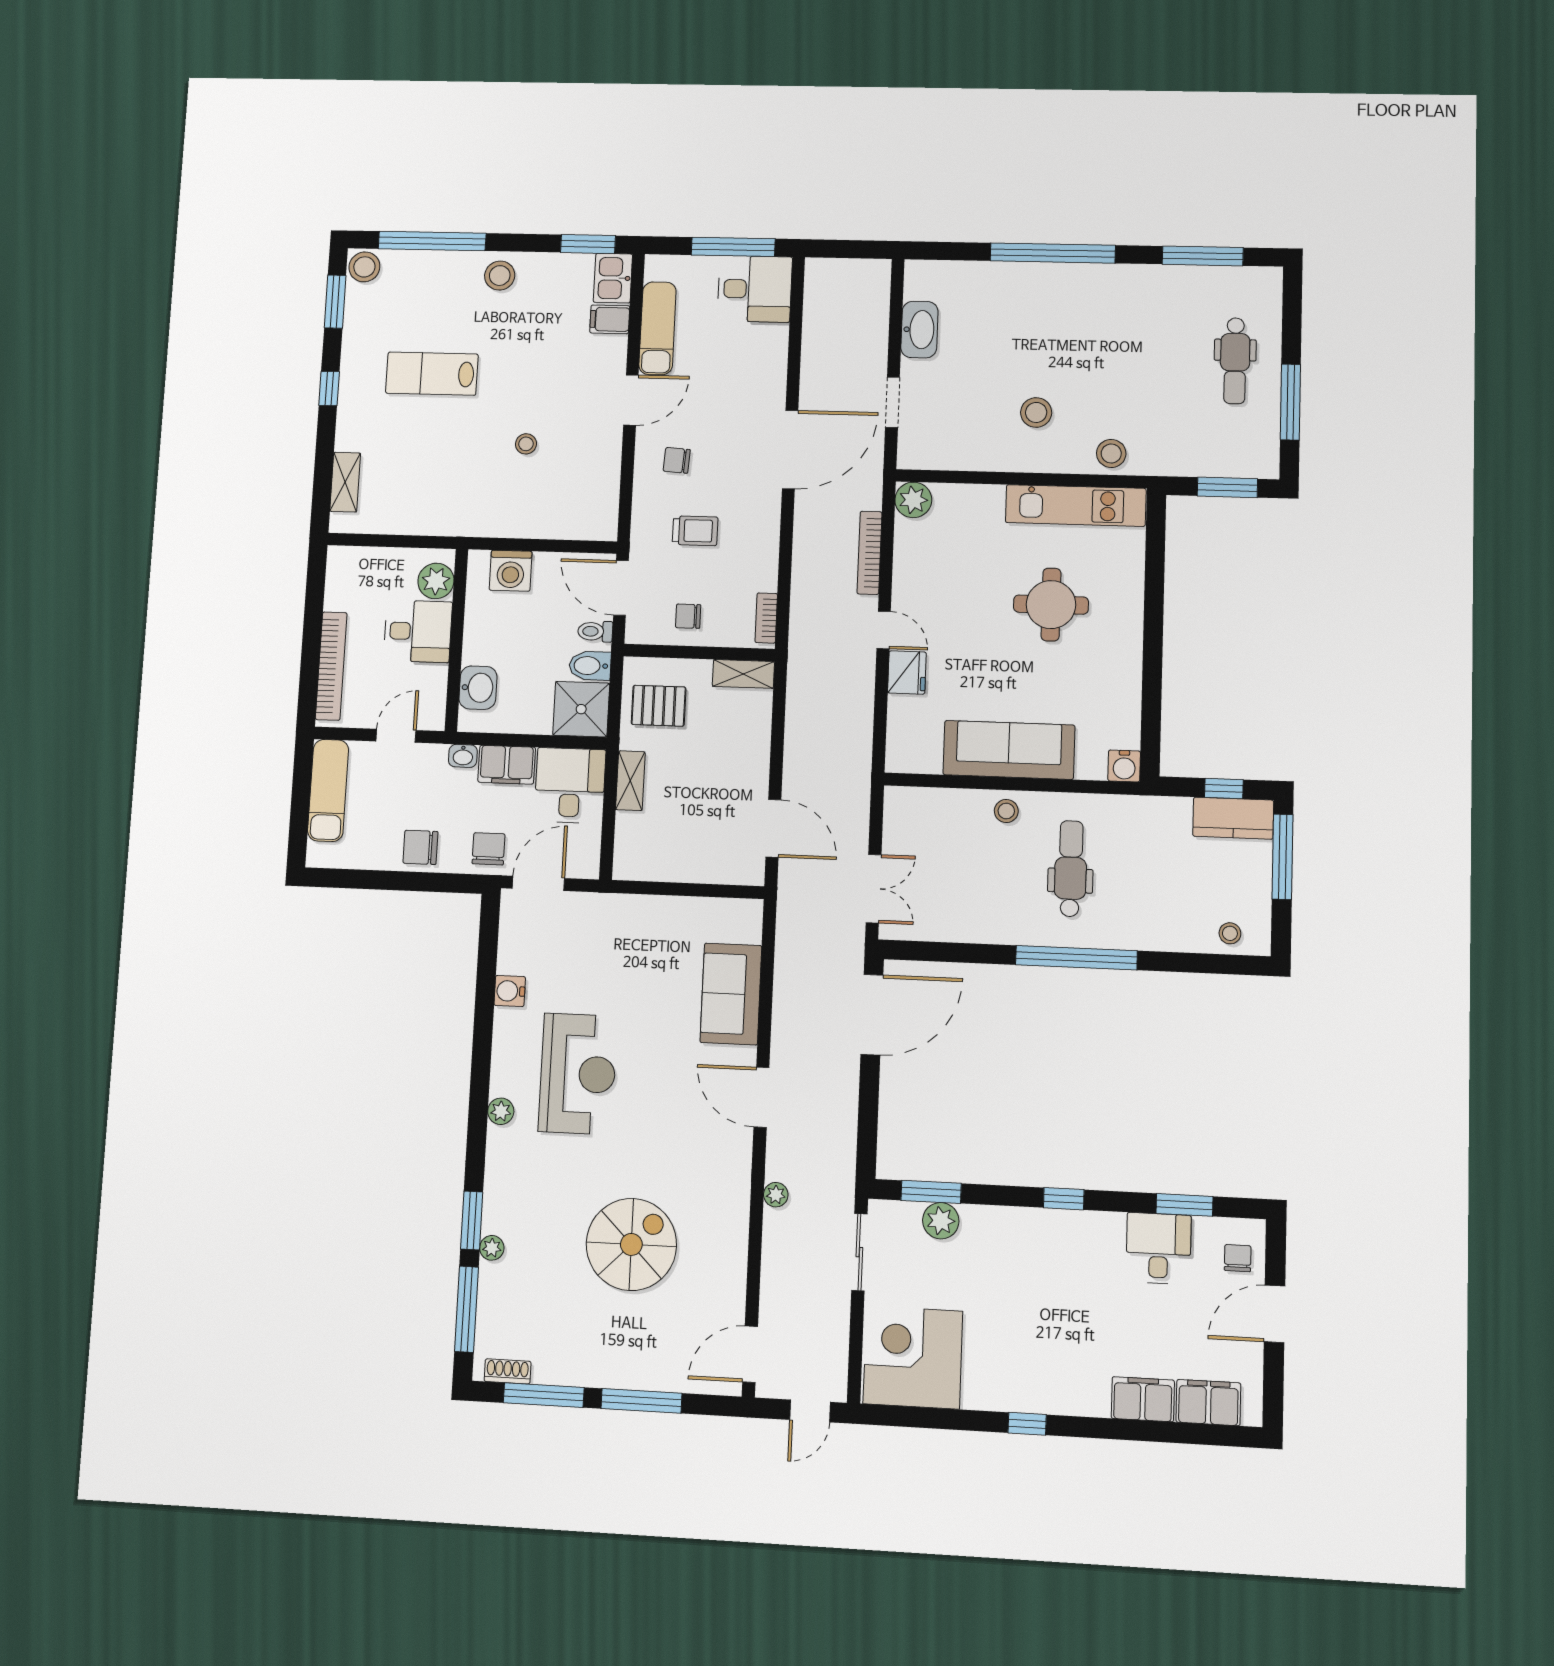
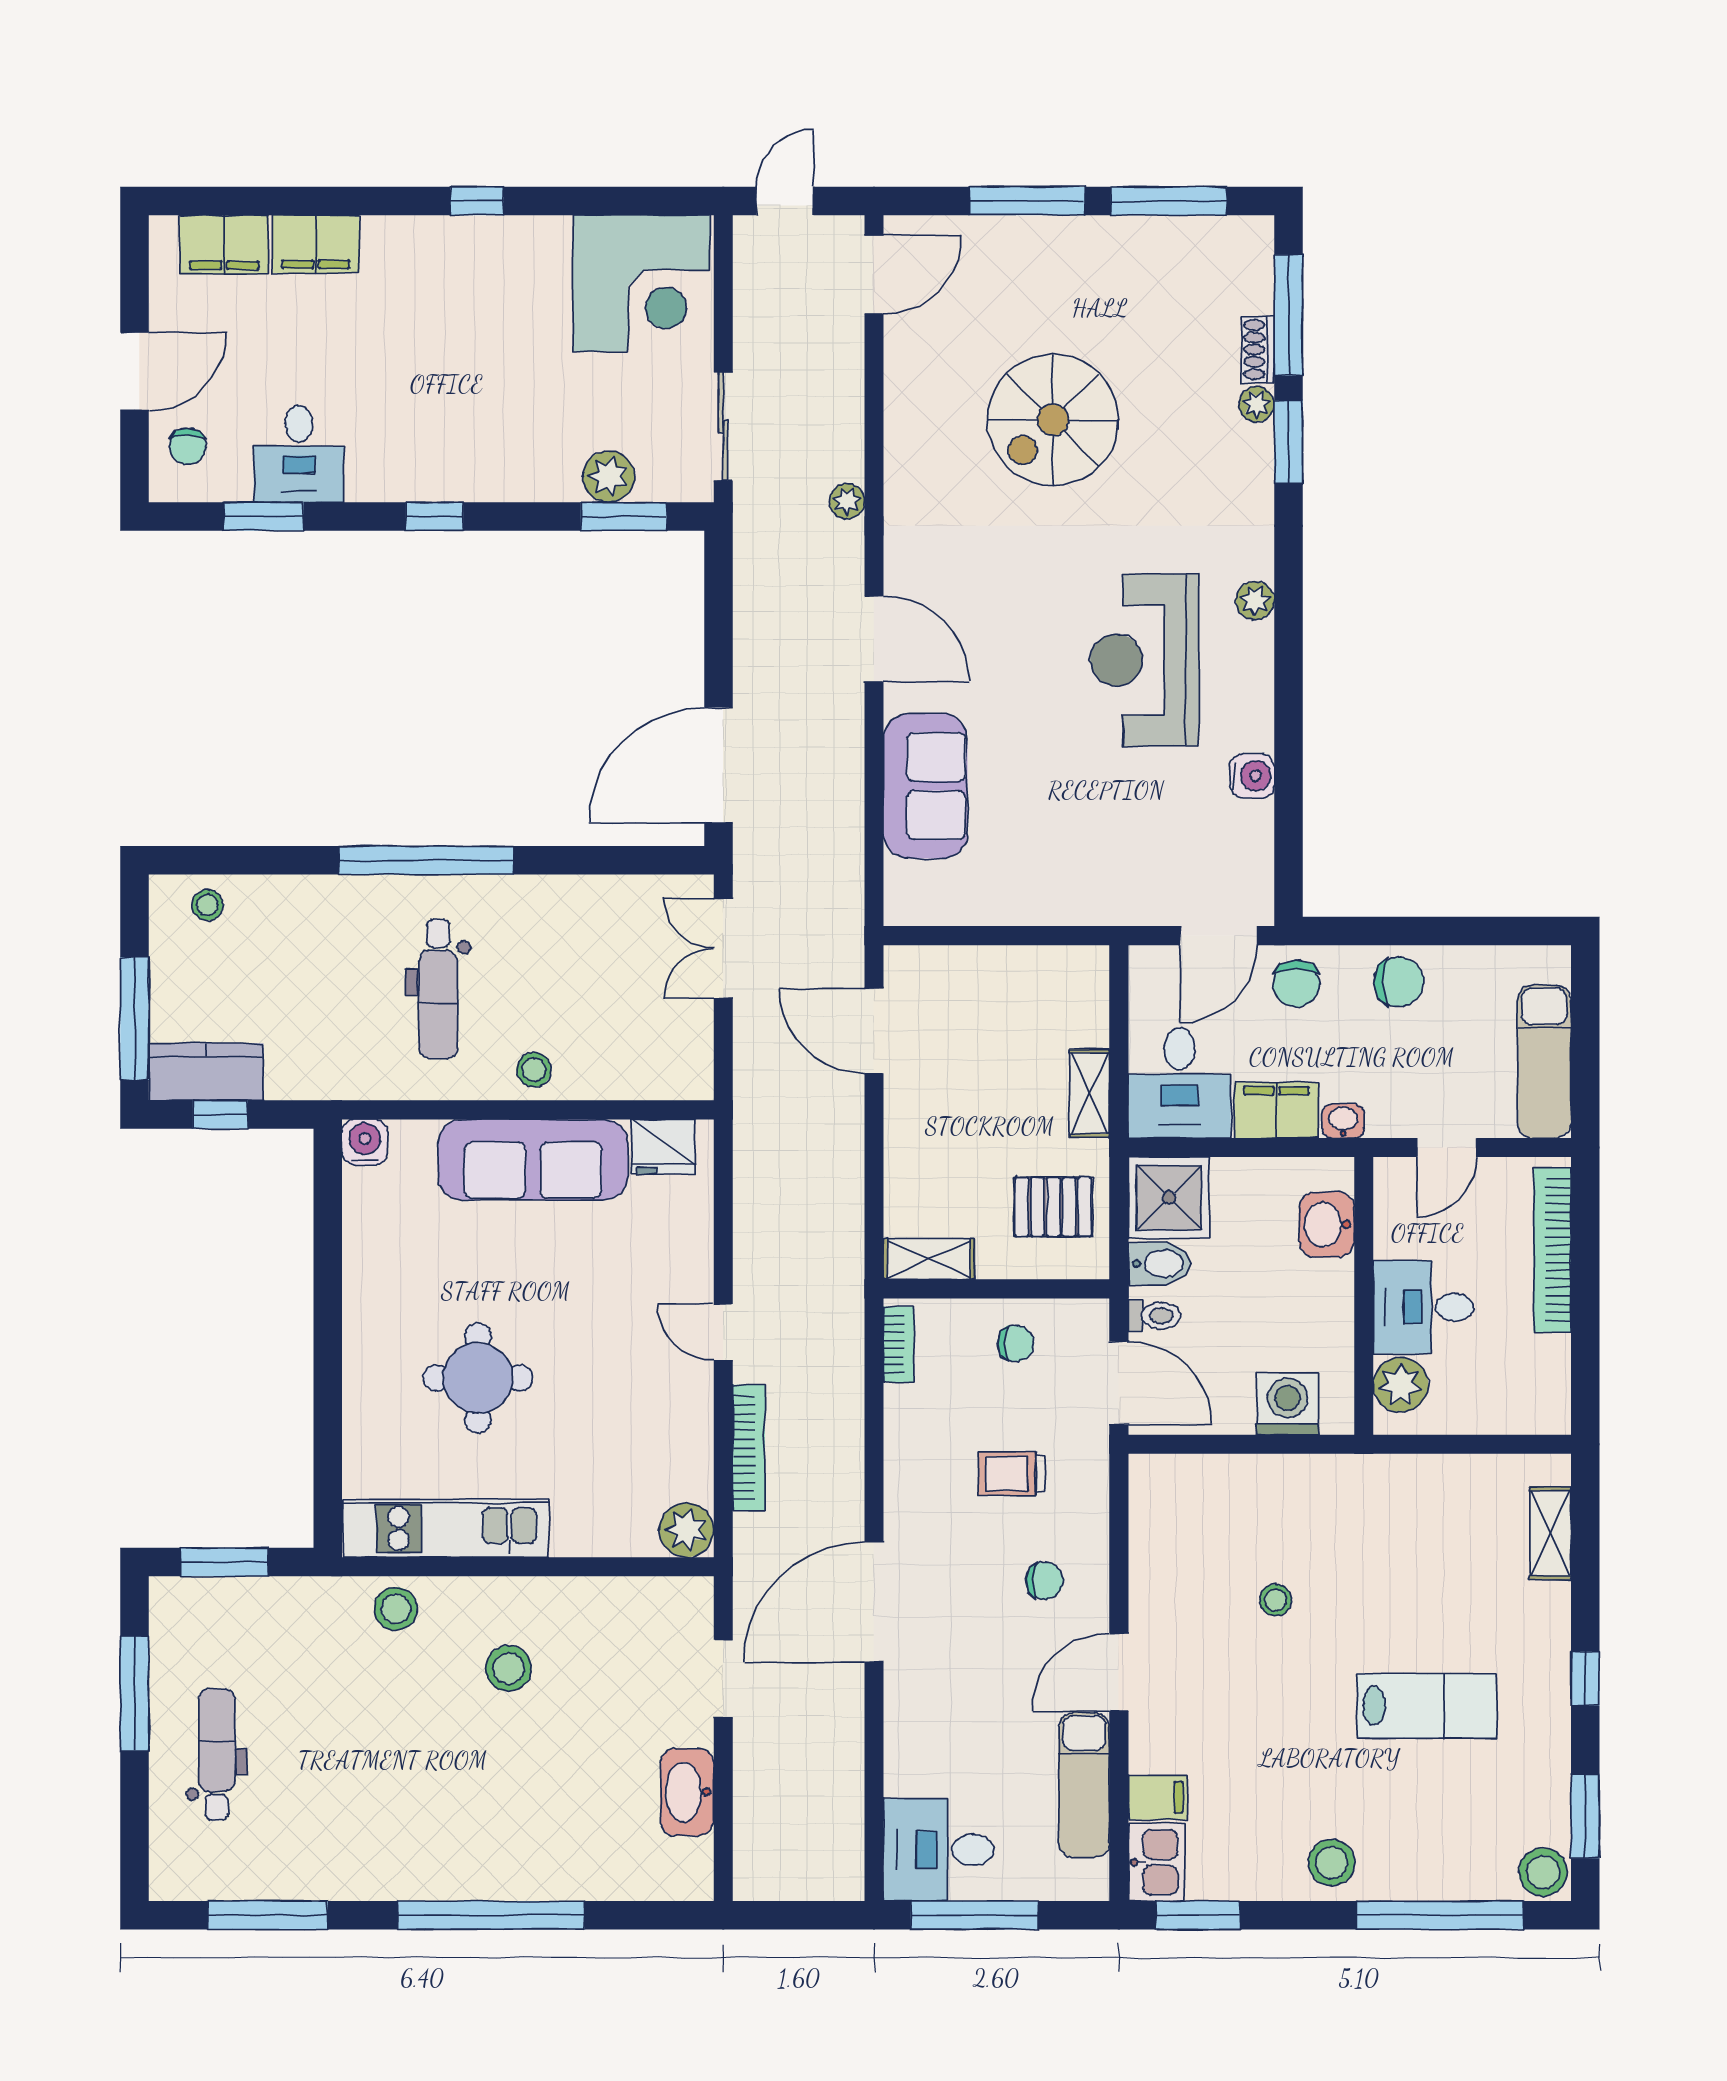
fridge: (907, 672) -> (663, 1147), moved, turned -90
shoe rack: (508, 1371) -> (1258, 350), moved, turned 90

